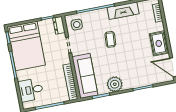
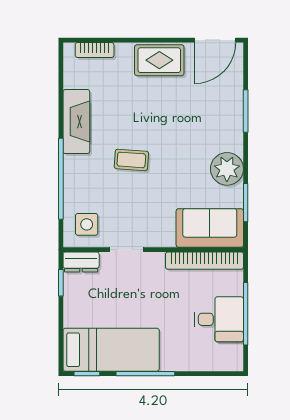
bed: (26, 46) -> (111, 350), width x0.67
sofa: (85, 76) -> (210, 228), width x0.73
desk: (31, 90) -> (219, 319), moved, turned -90

